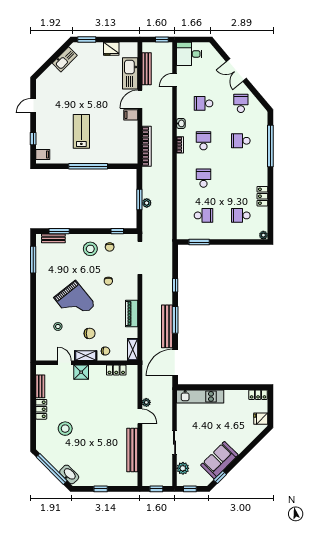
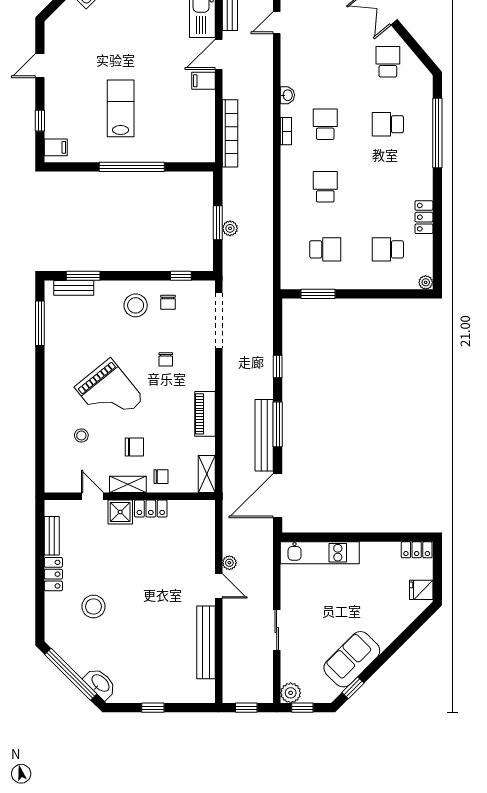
school desk: (203, 103) -> (325, 62), removed
locker: (116, 370) -> (151, 509), moved
plant: (183, 468) -> (291, 693), moved

